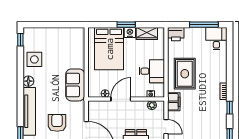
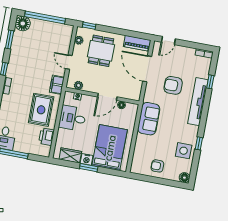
printer: (176, 34) -> (46, 137), moved, turned -90
armchair: (58, 39) -> (157, 166), added
window: (20, 40) -> (199, 143), moved
floor lamp: (28, 81) -> (184, 178), moved
armchair: (57, 123) -> (173, 85), turned 90

